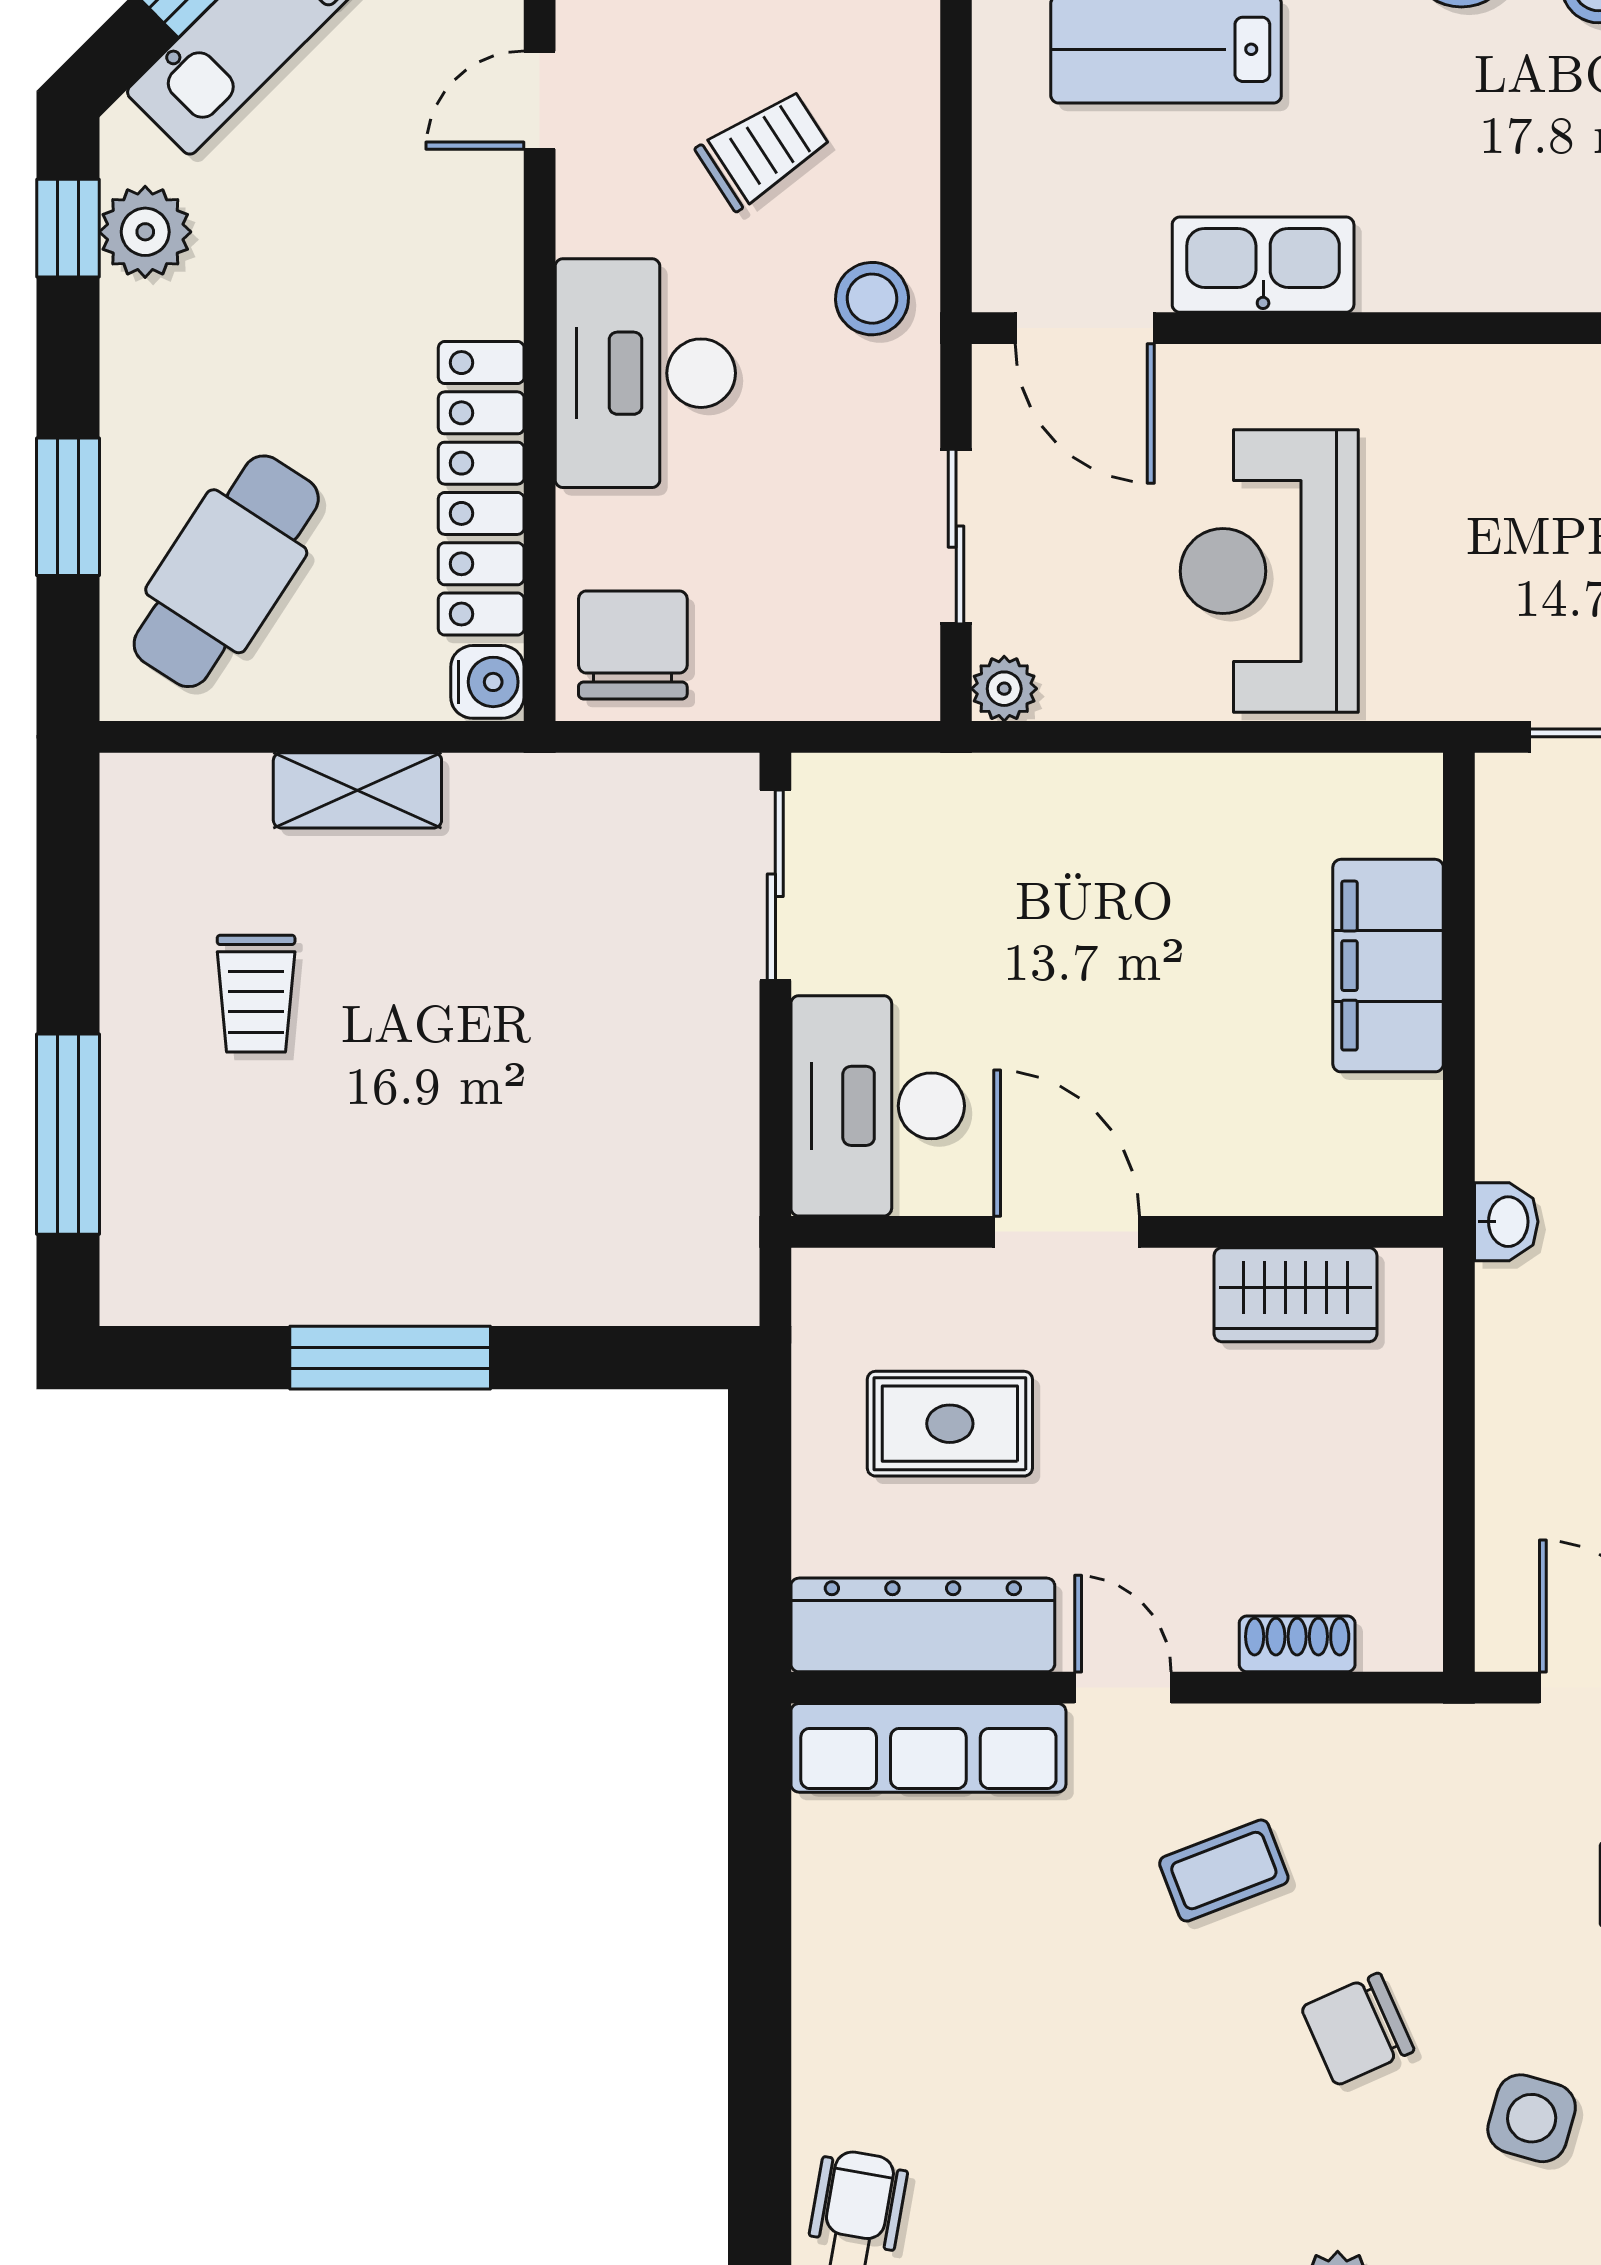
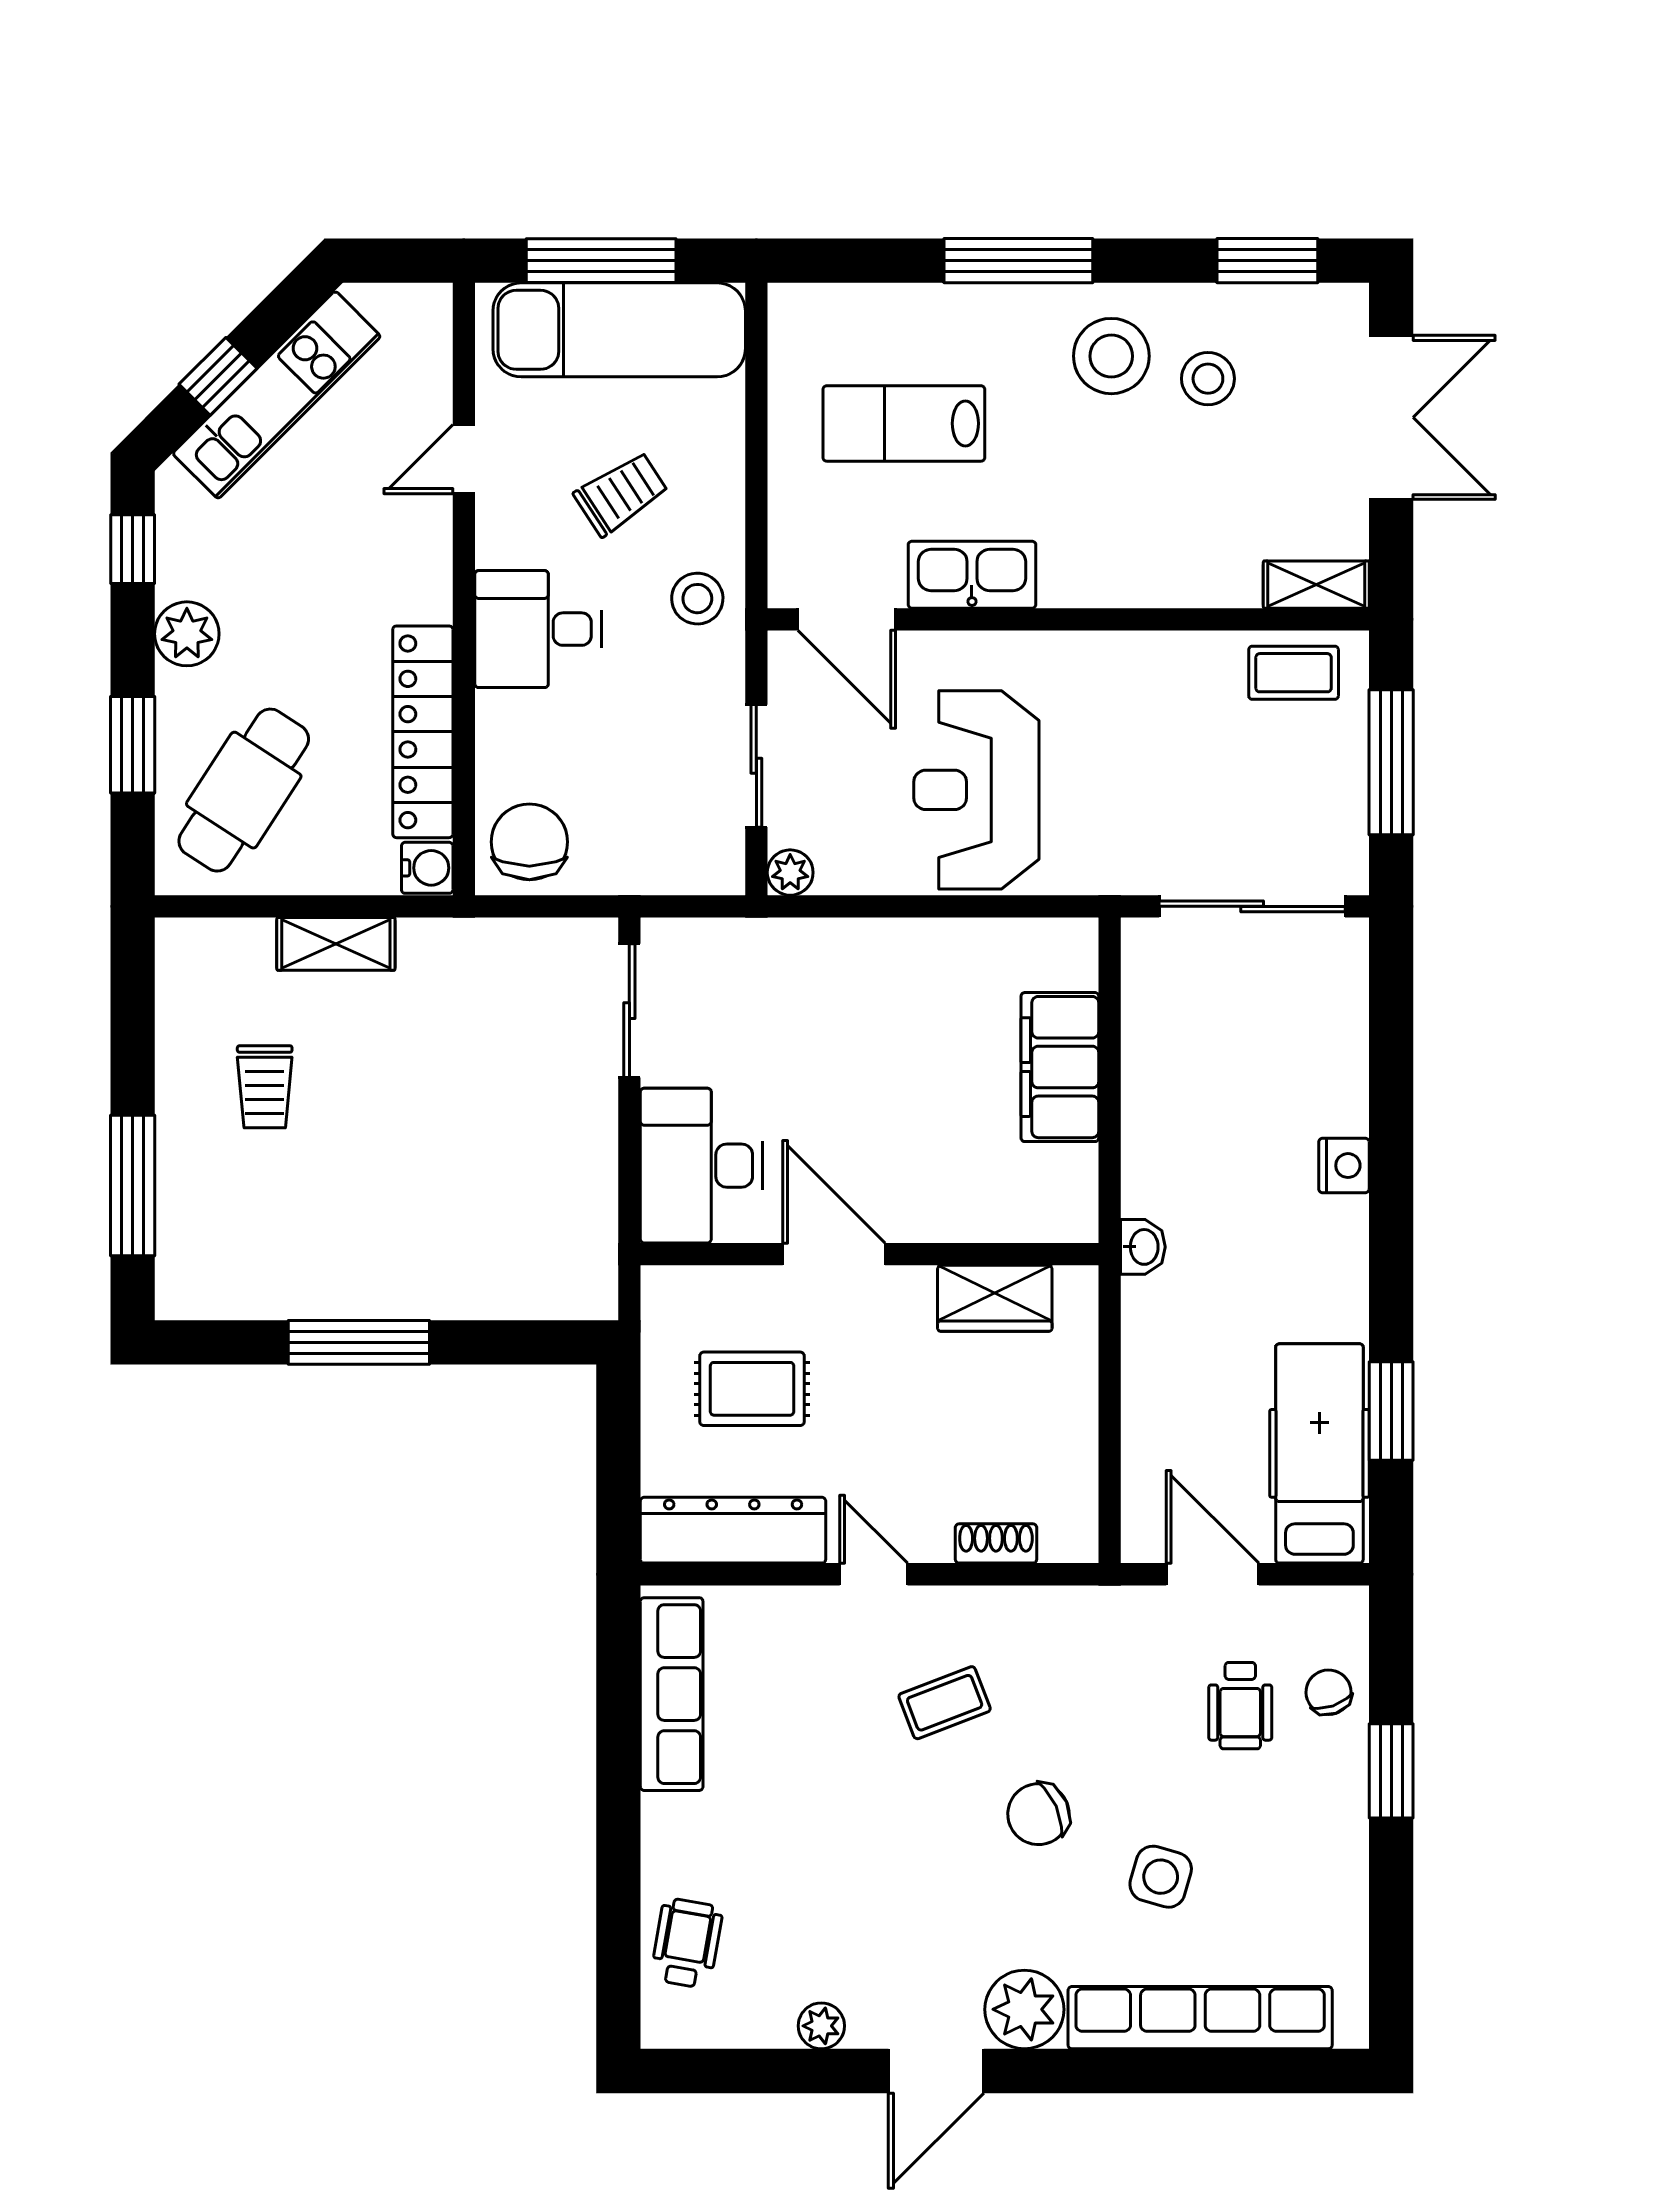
plant: (145, 232) -> (187, 634), moved
desk: (645, 373) -> (538, 629), width x0.73
row of seats: (928, 1748) -> (672, 1694), moved, turned -90

